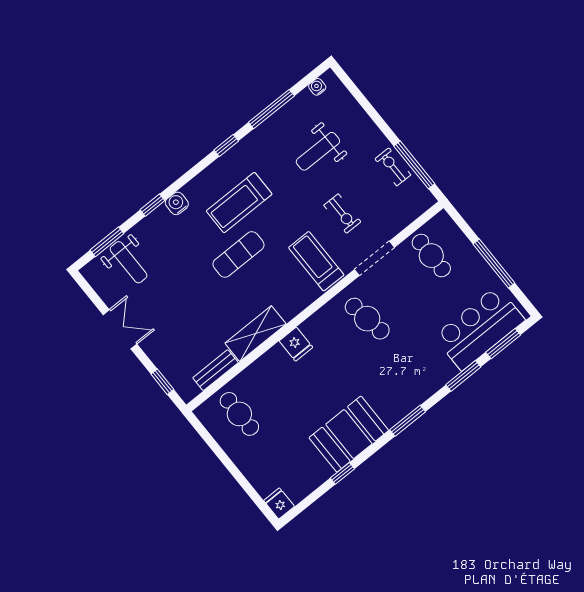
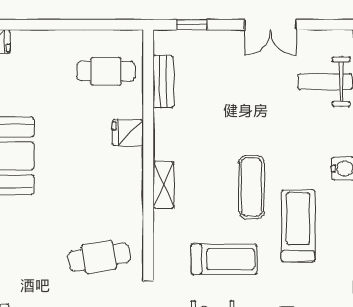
treadmill: (316, 261) -> (224, 259), moved
shelving: (256, 334) -> (164, 185), moved, width x0.67, depth x0.75
fridge: (296, 344) -> (128, 133), moved

